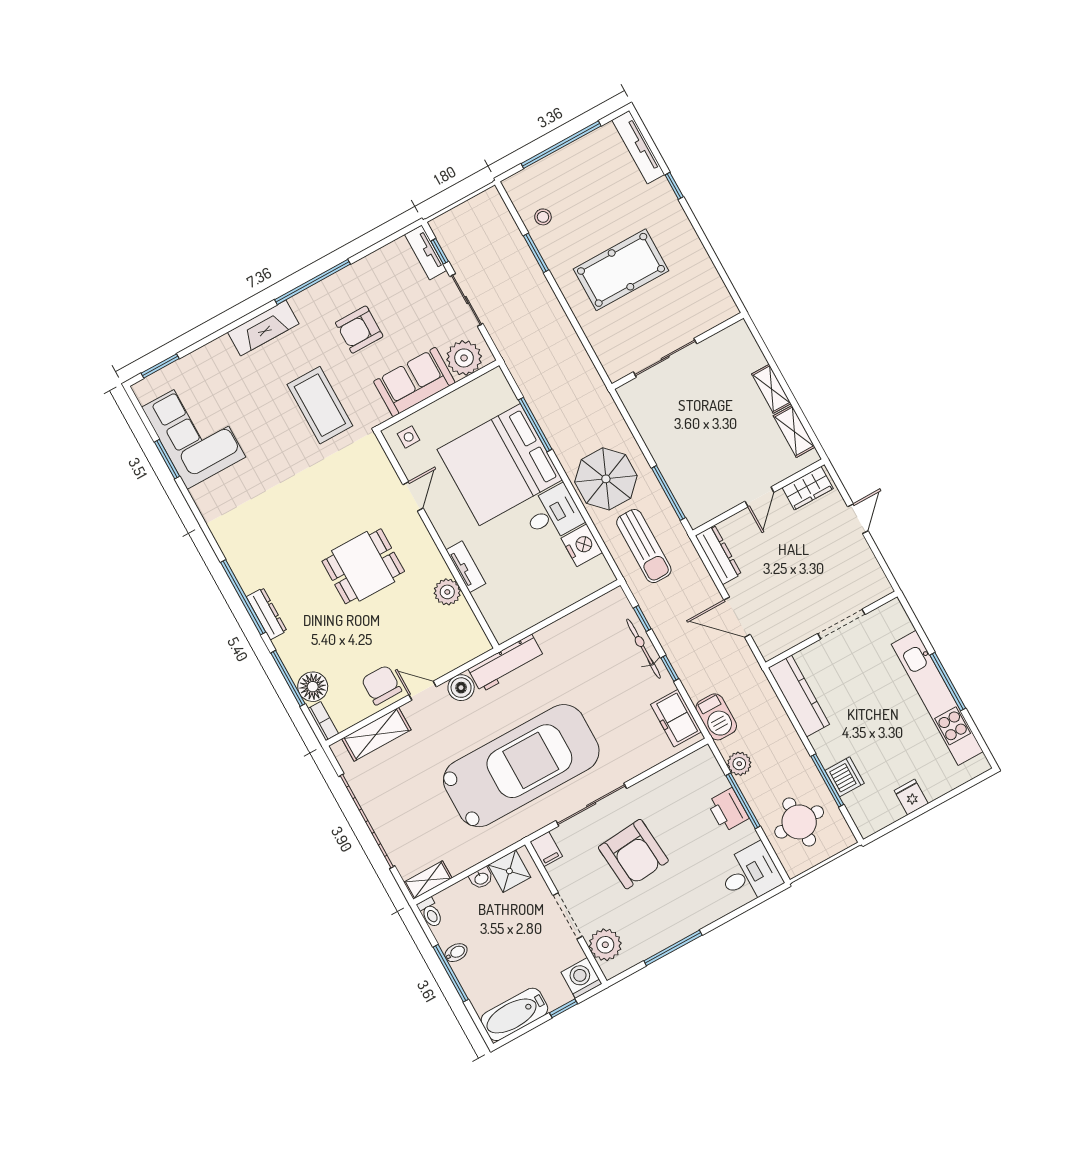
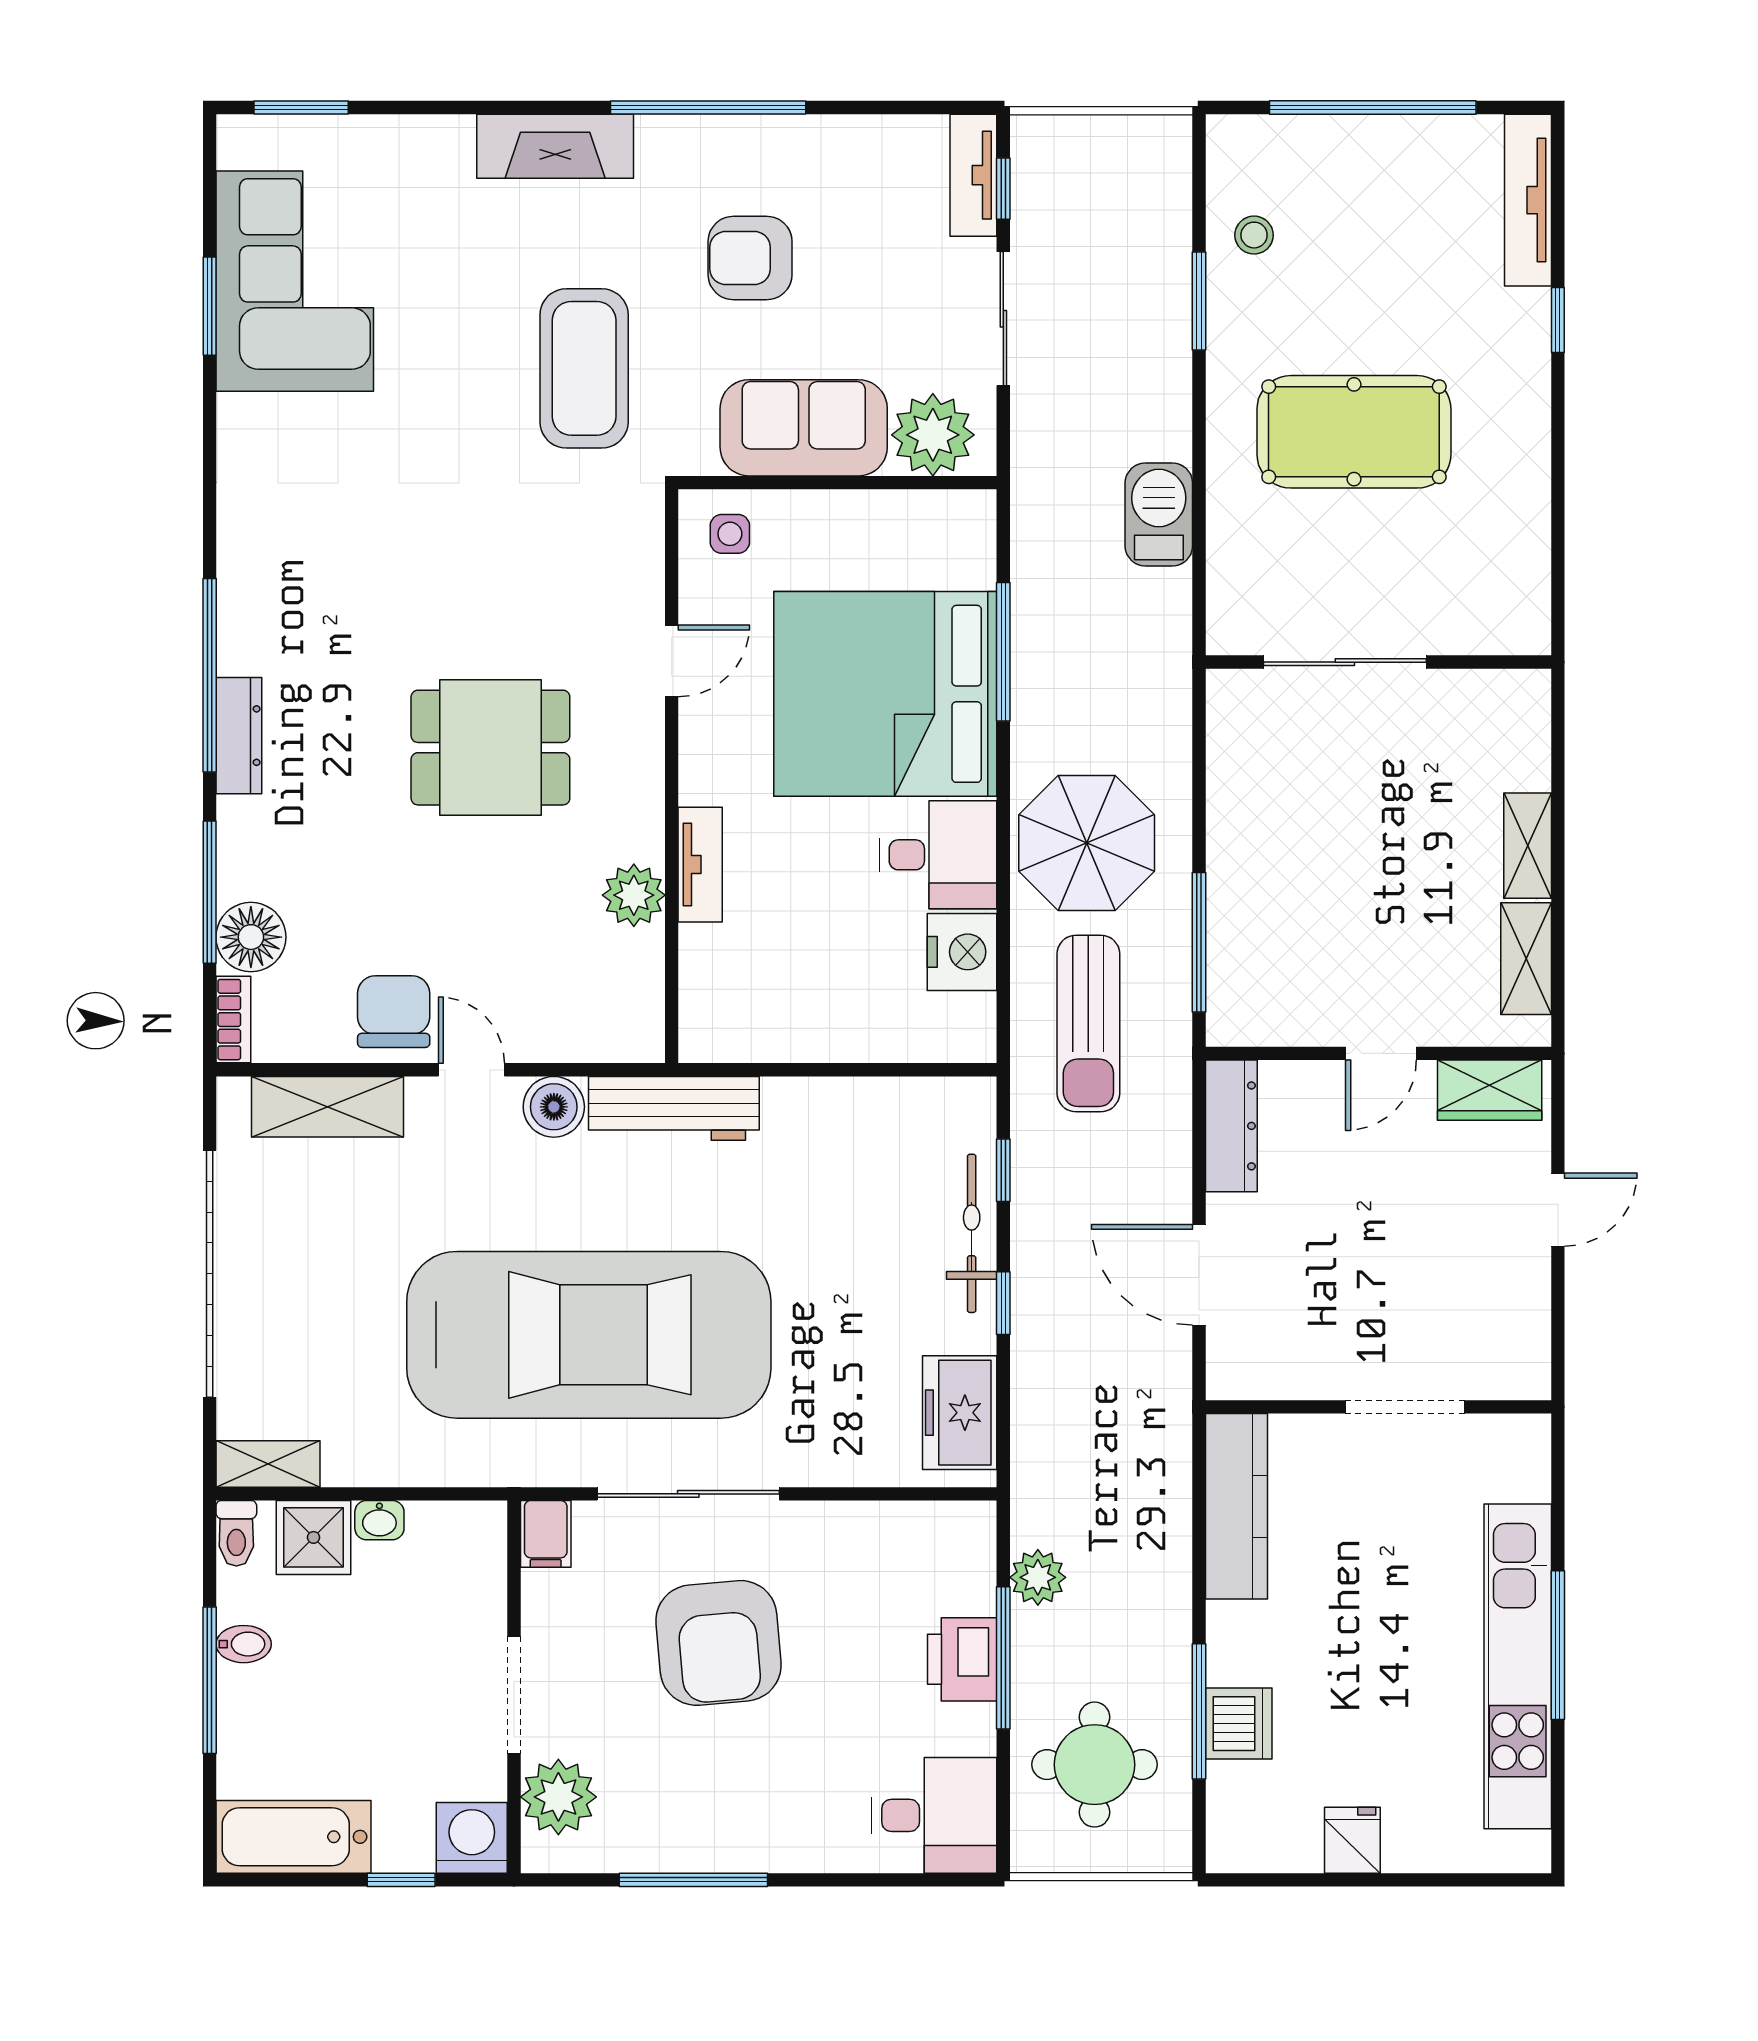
barbecue: (716, 717) -> (1159, 514), moved, turned 180
shower: (509, 871) -> (313, 1537), moved

